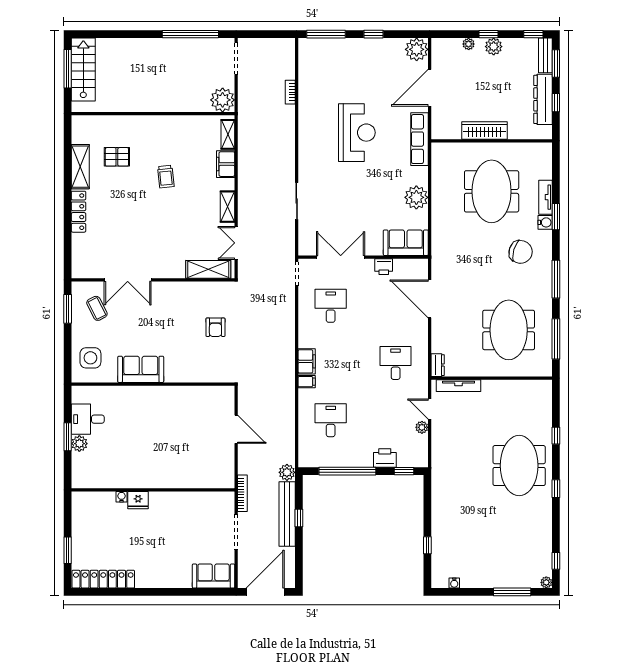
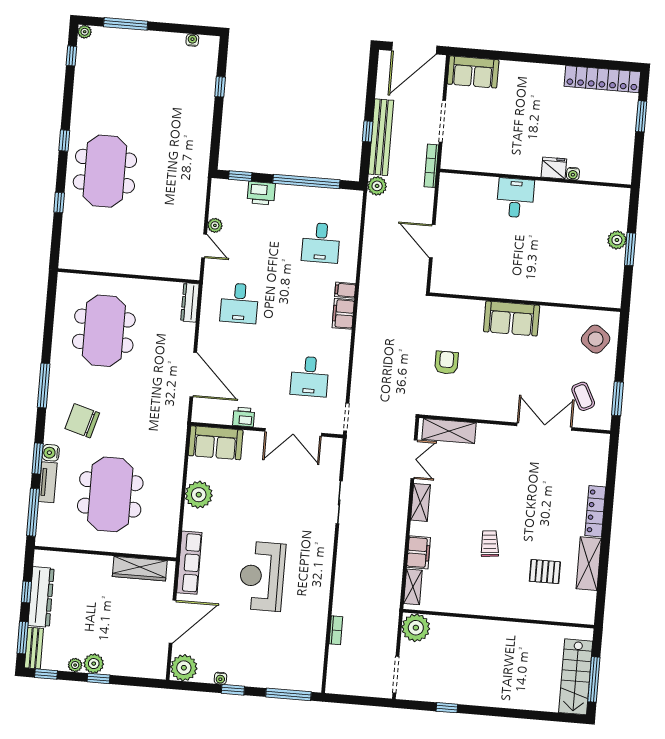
window: (190, 34) -> (447, 708), width x0.32
water cooler: (385, 43) -> (220, 678), added
plant: (469, 44) -> (75, 665), moved
wardrobe: (485, 130) -> (140, 569), moved
window: (556, 339) -> (33, 512), moved
side table: (90, 358) -> (596, 339), turned 37
dresser: (438, 365) -> (190, 302), width x1.44
sofa: (141, 369) -> (512, 318), moved
tv unit: (459, 386) -> (168, 271), removed
desk: (88, 419) -> (515, 198), moved, turned -90

